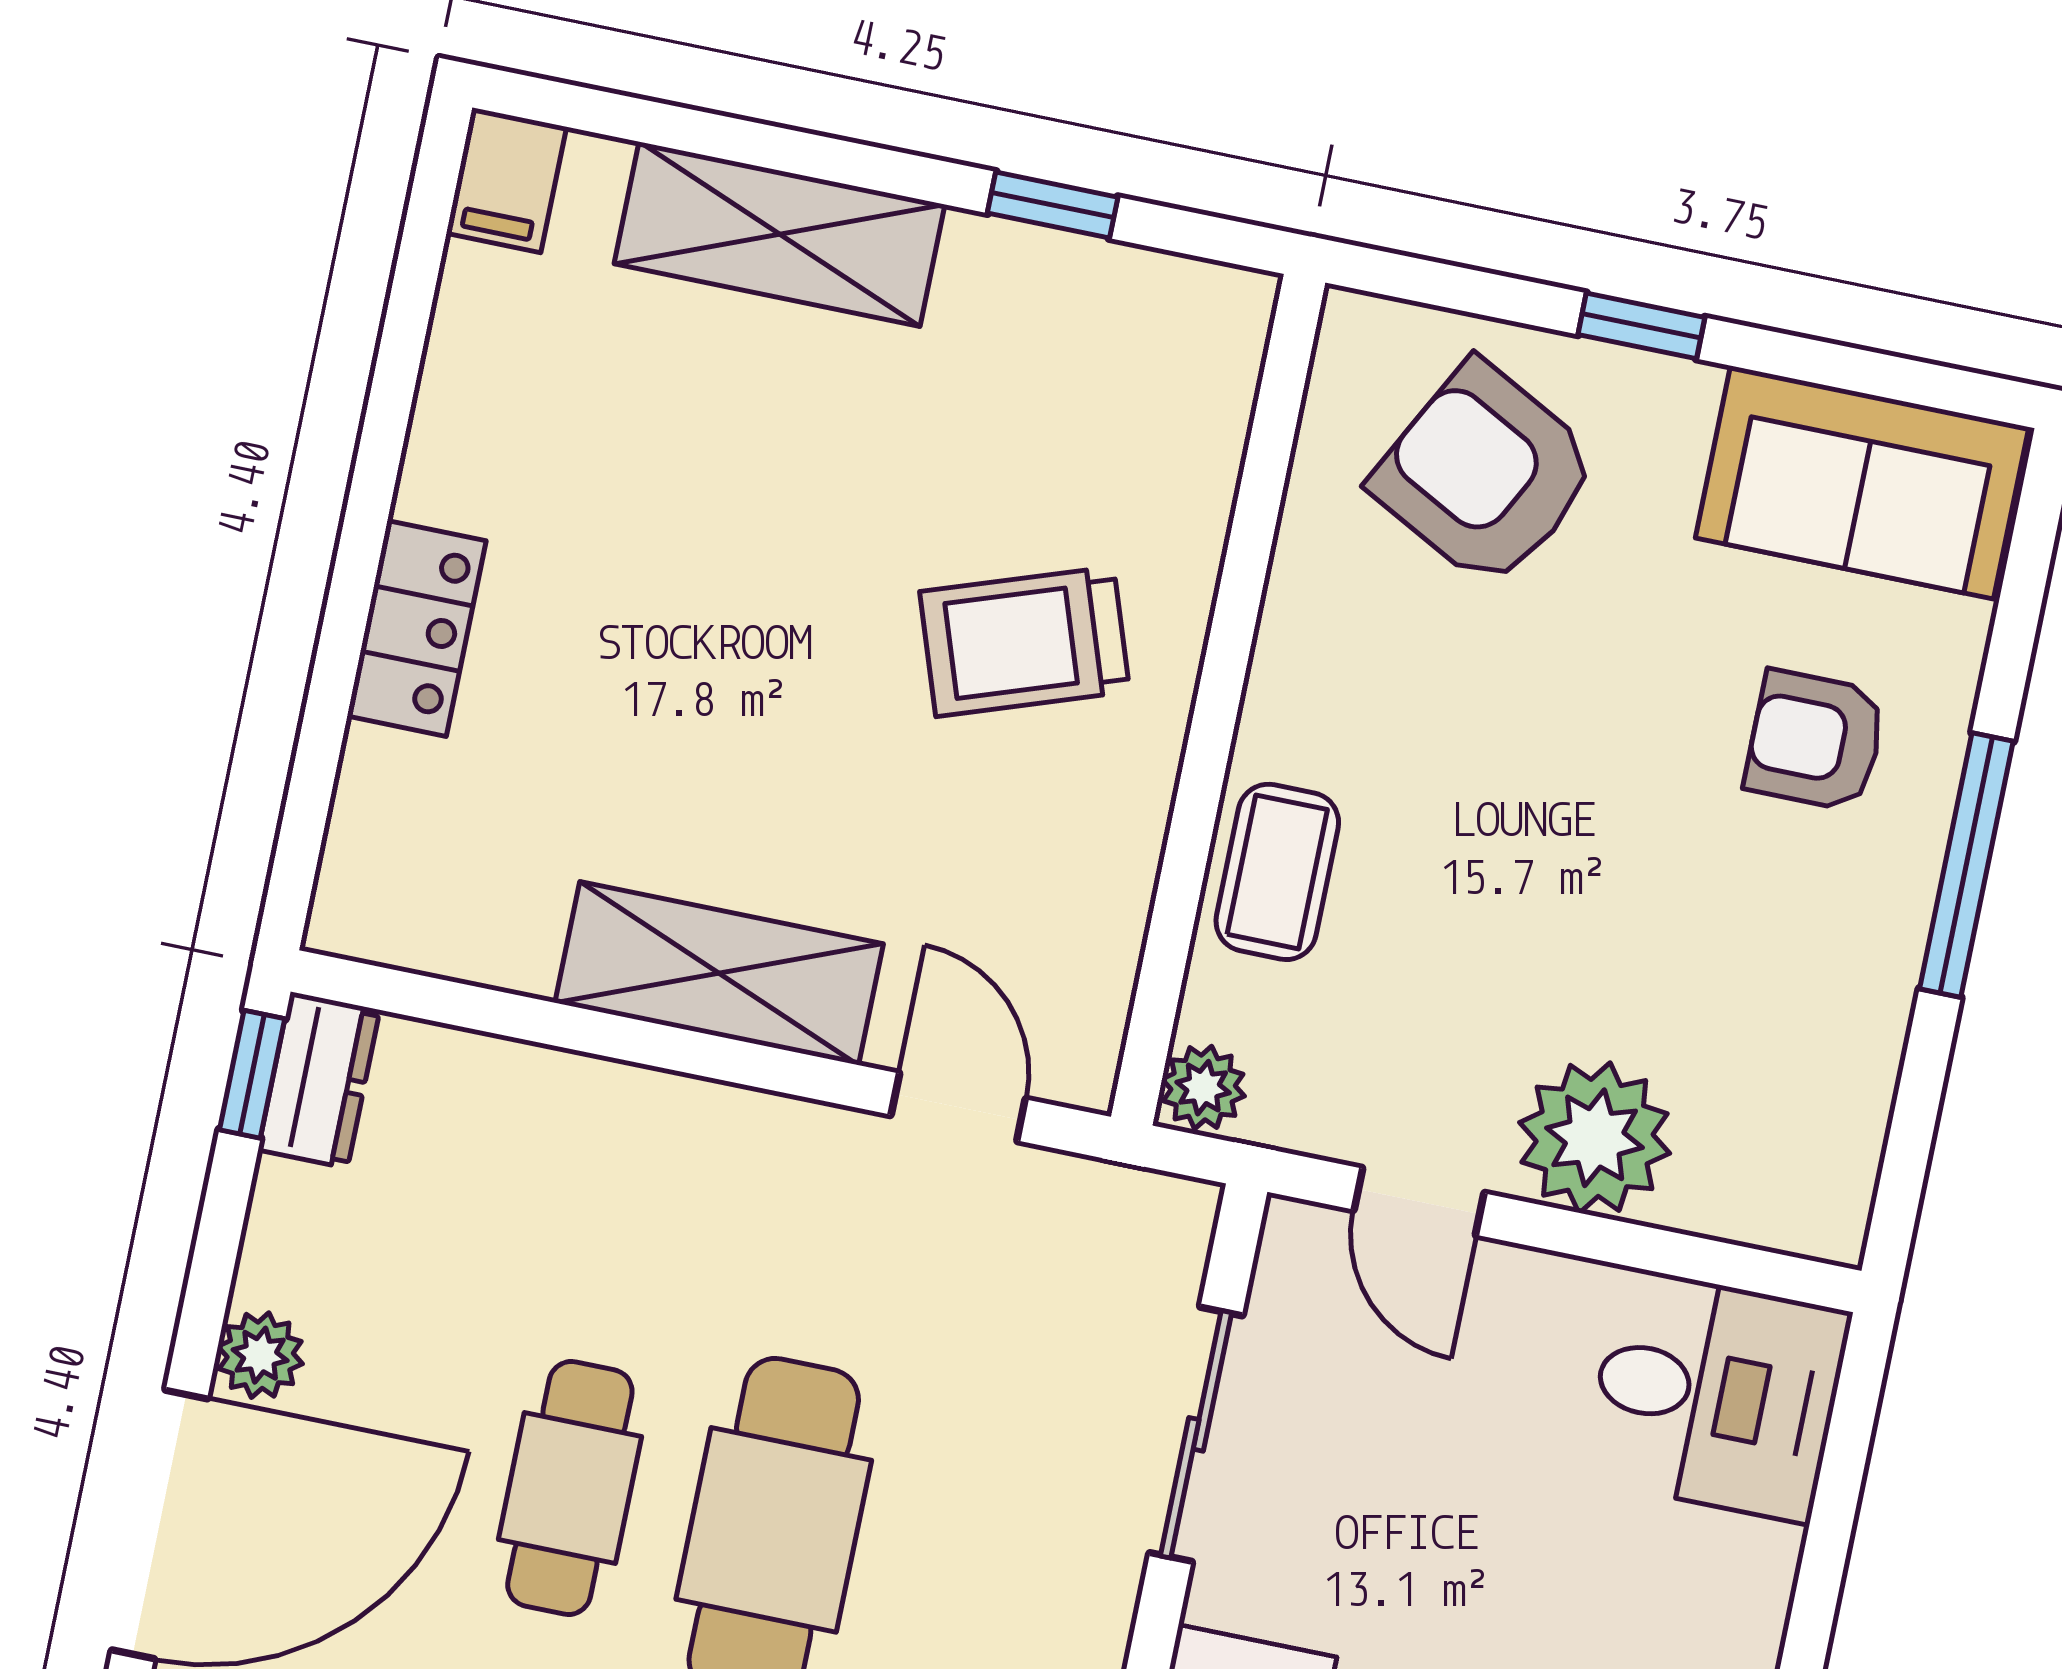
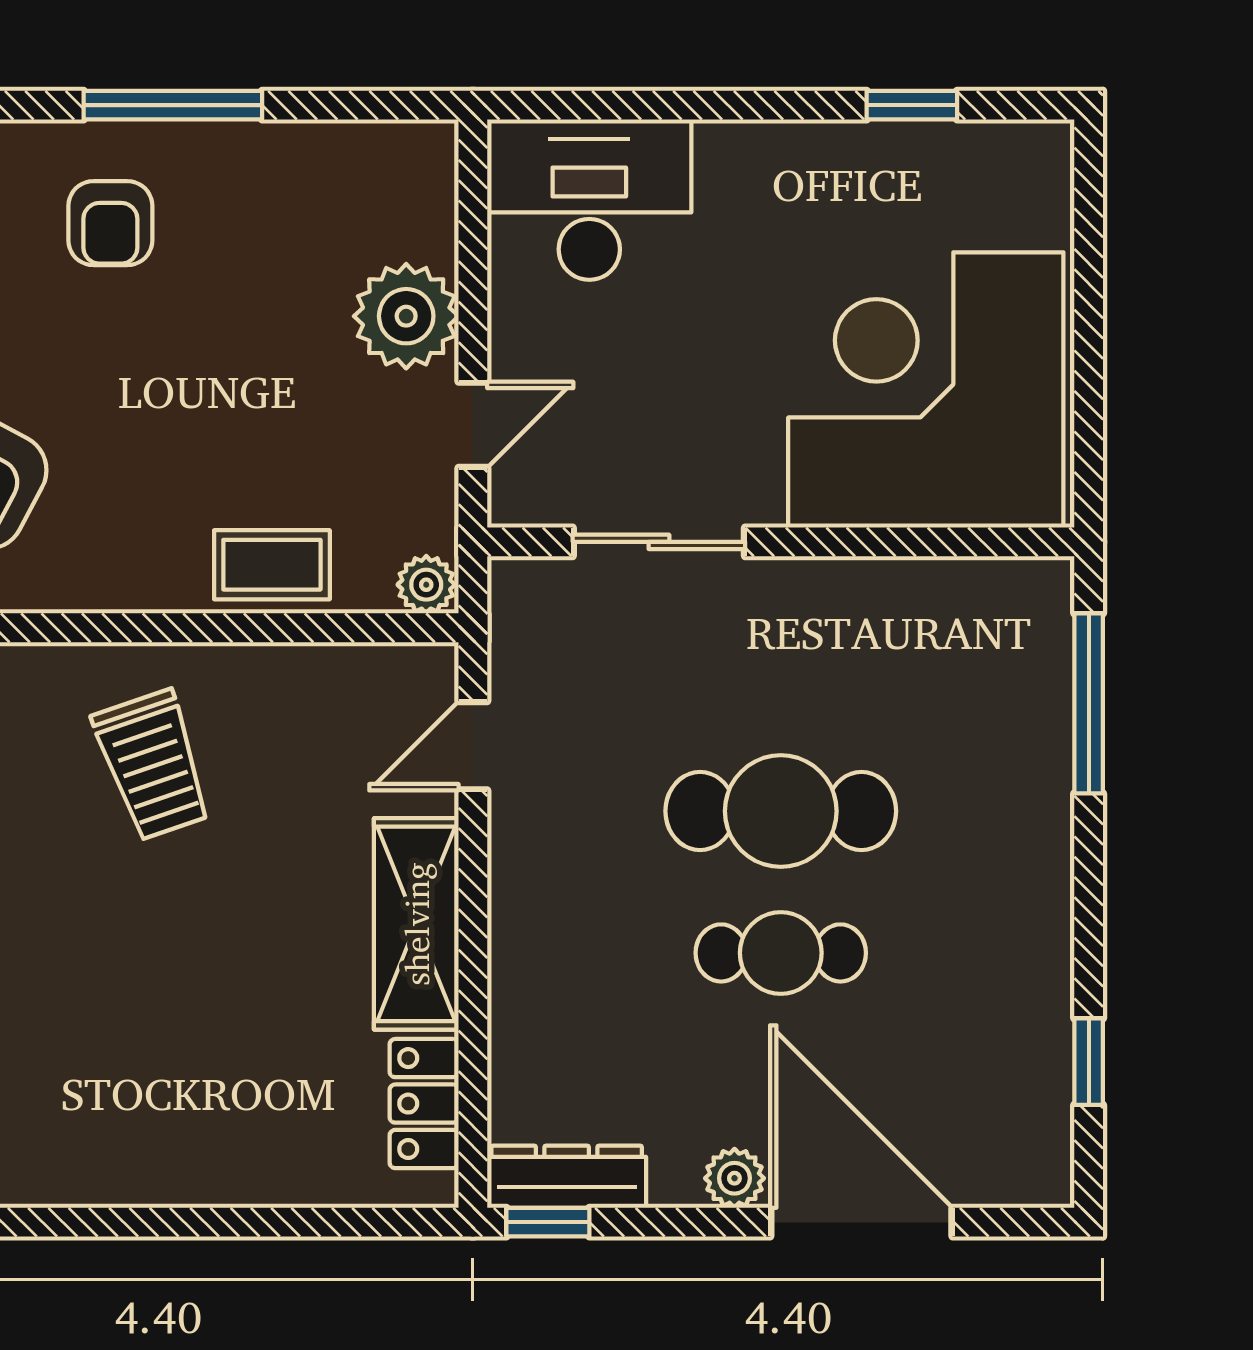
locker: (417, 628) -> (424, 1104), moved, turned -90
dresser: (319, 1080) -> (567, 1177), width x1.44
desk: (1716, 1395) -> (589, 200), width x1.37

